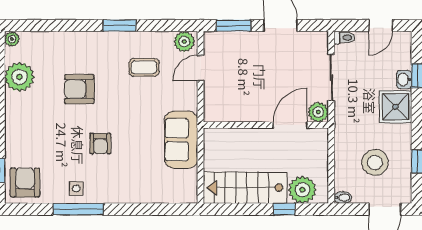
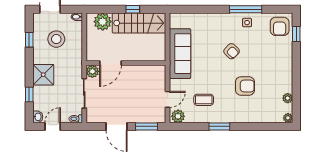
plant: (19, 77) -> (288, 98), width x0.53, depth x0.53
washbasin: (404, 80) -> (38, 117), moved
sofa: (181, 140) -> (180, 54), width x1.36
armchair: (100, 143) -> (232, 51), turned 134
window: (284, 209) -> (133, 9), moved

